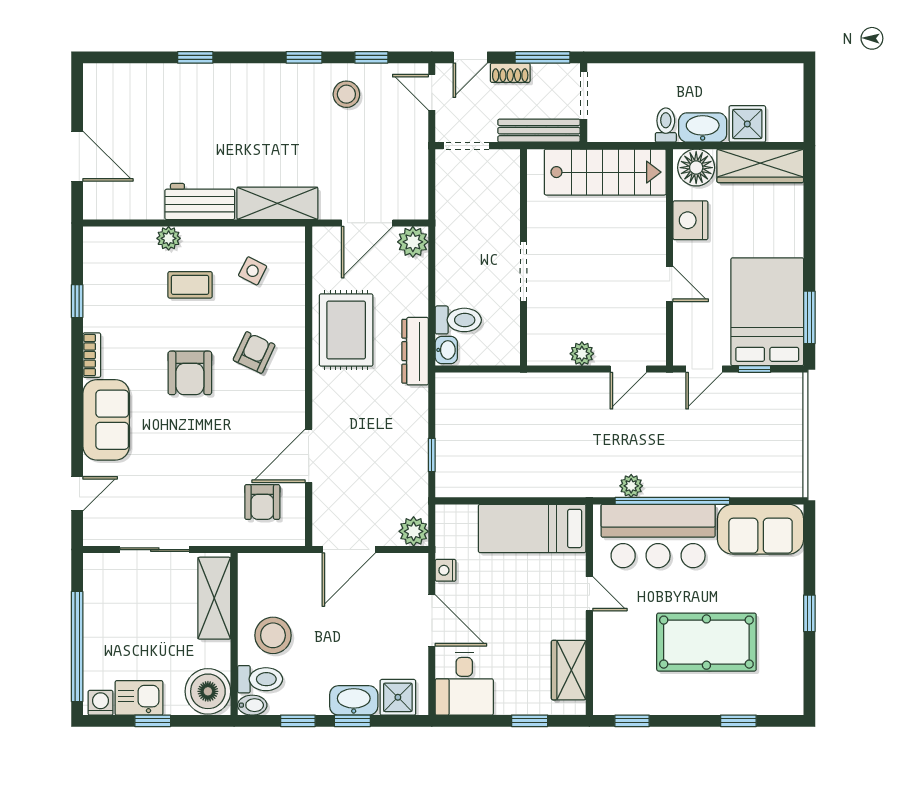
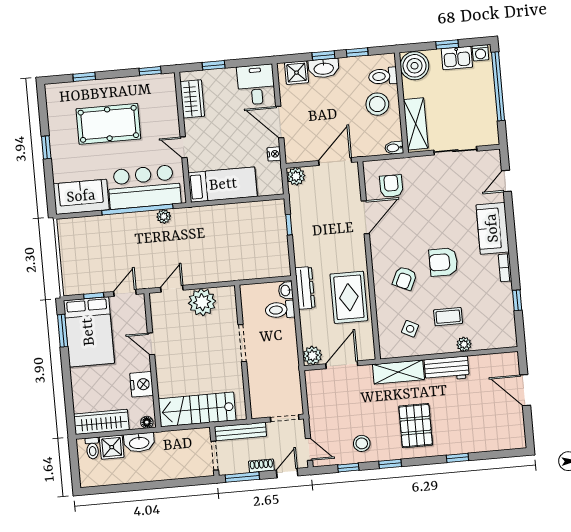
pallet: (258, 115) -> (416, 426), added
toilet: (666, 125) -> (92, 448), moved
floor lamp: (696, 168) -> (147, 422), width x0.53, depth x0.53
plant: (582, 354) -> (202, 302), width x1.87, depth x1.87
armchair: (190, 373) -> (443, 262), turned -90
bidet: (252, 705) -> (394, 148), moved

